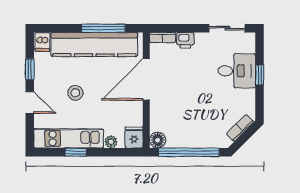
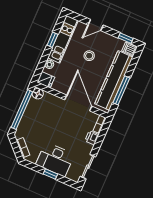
window: (30, 69) -> (126, 38), moved
desk: (237, 71) -> (55, 159), width x1.37

